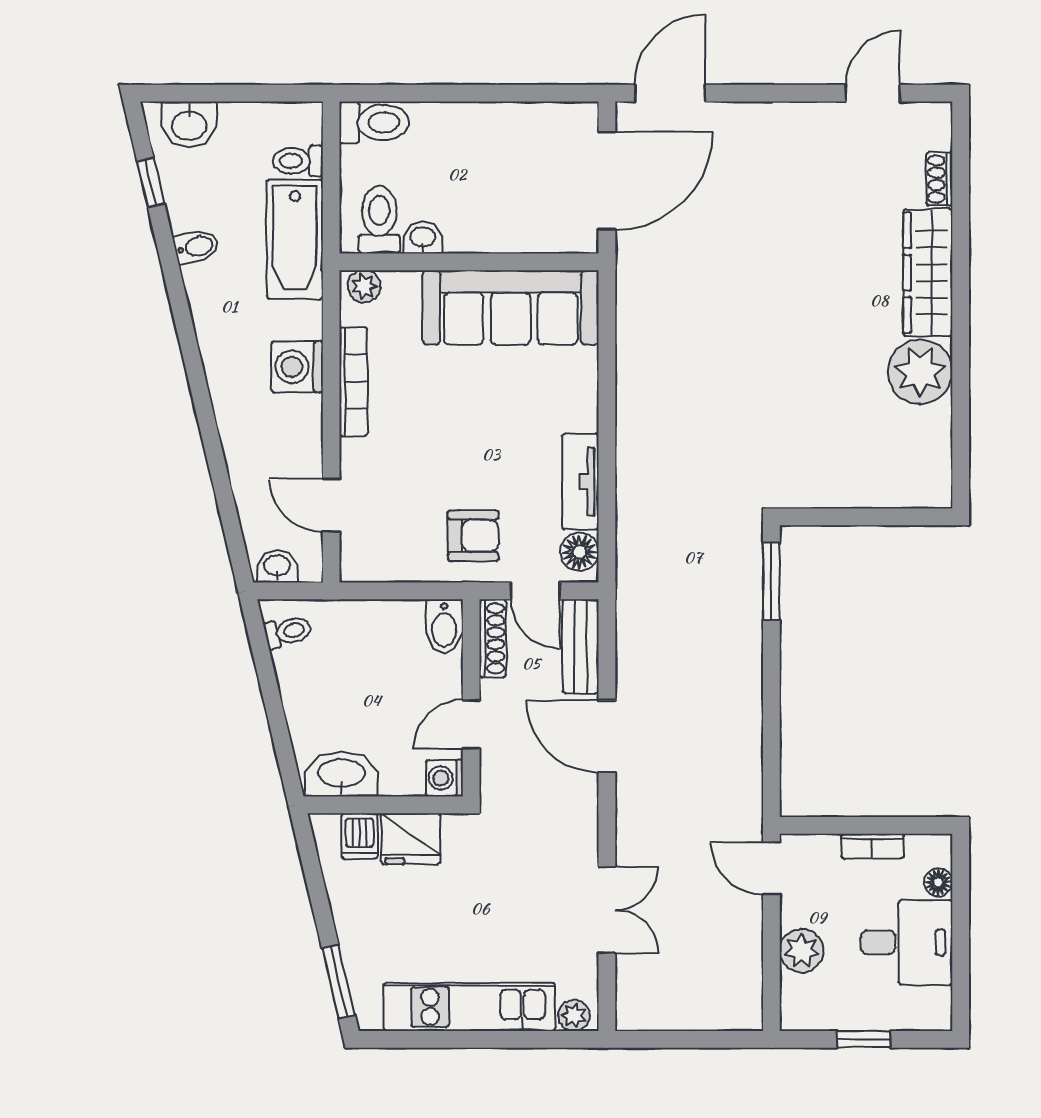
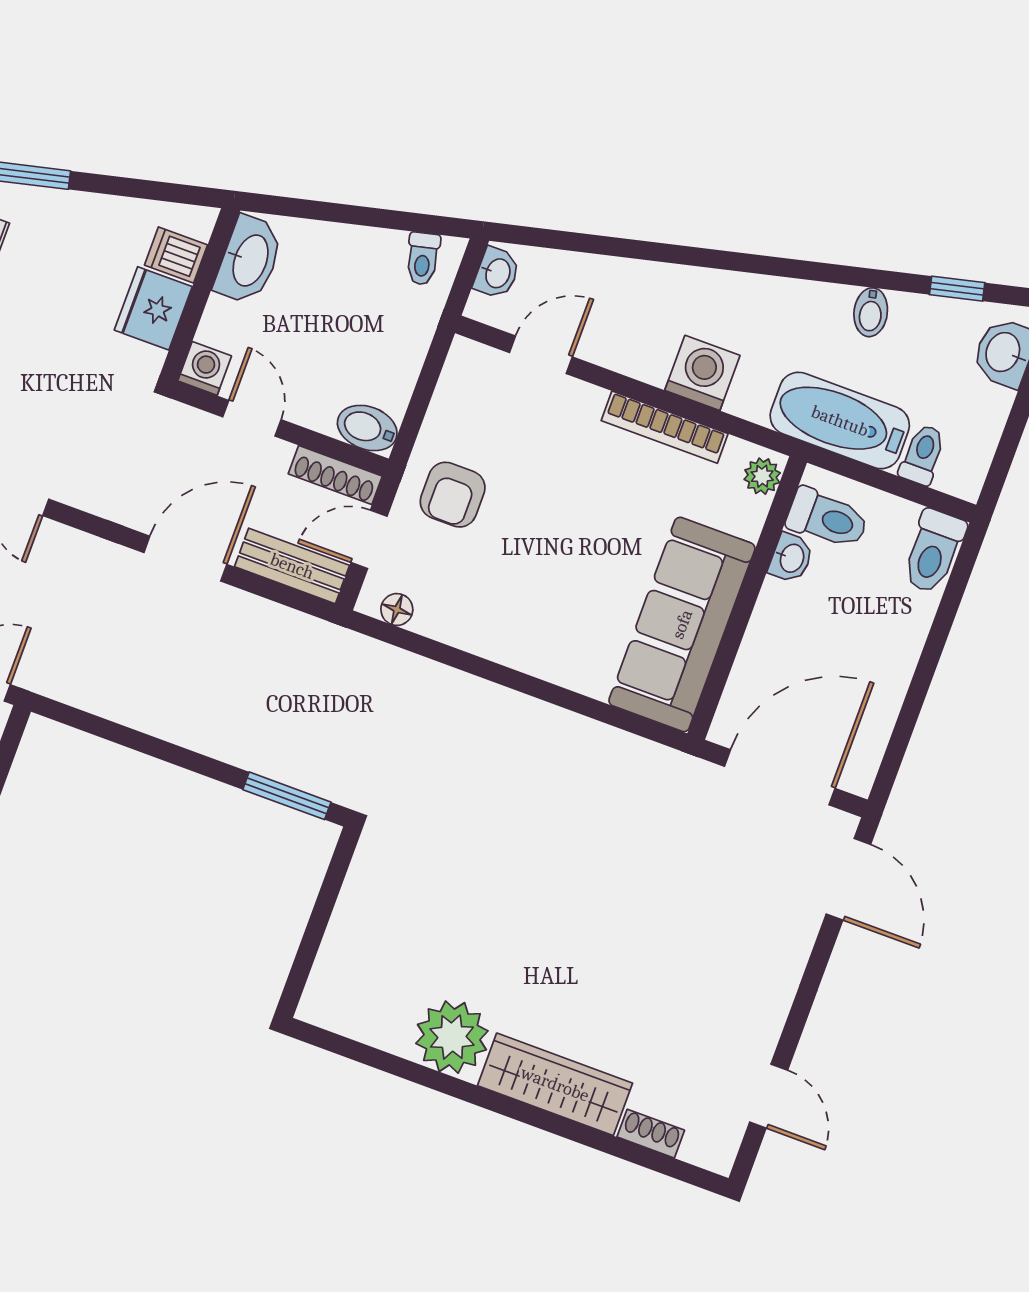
door: (607, 181) -> (780, 777), swing flipped
tv unit: (580, 482) -> (468, 630), removed
floor lamp: (579, 552) -> (397, 609), width x0.73, depth x0.73

